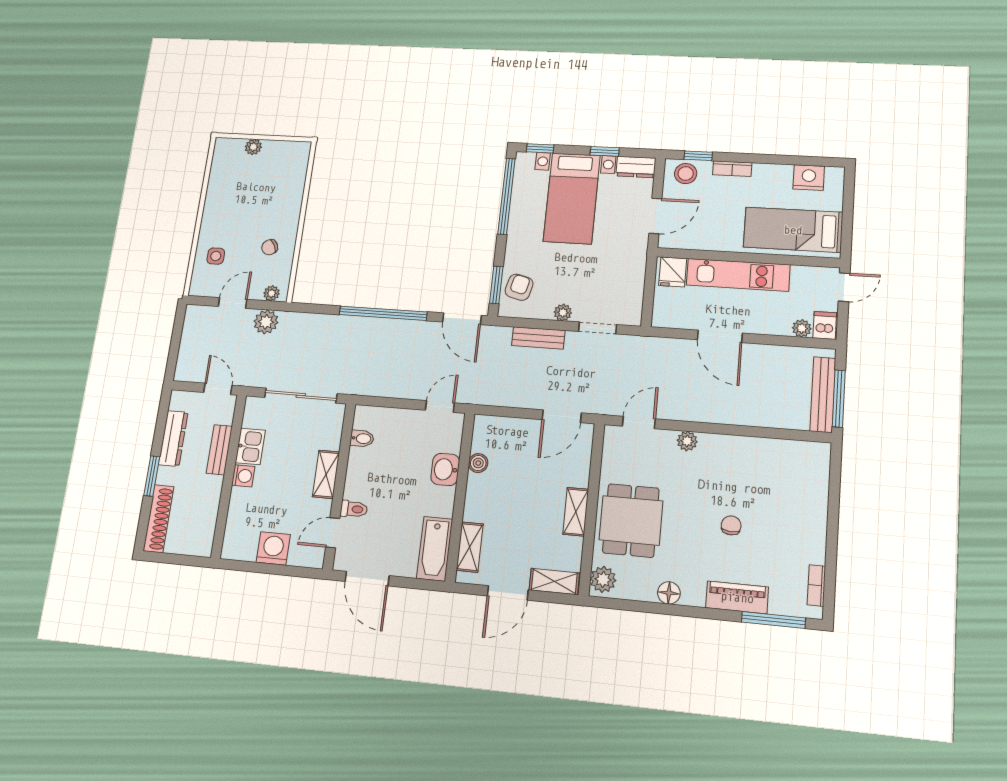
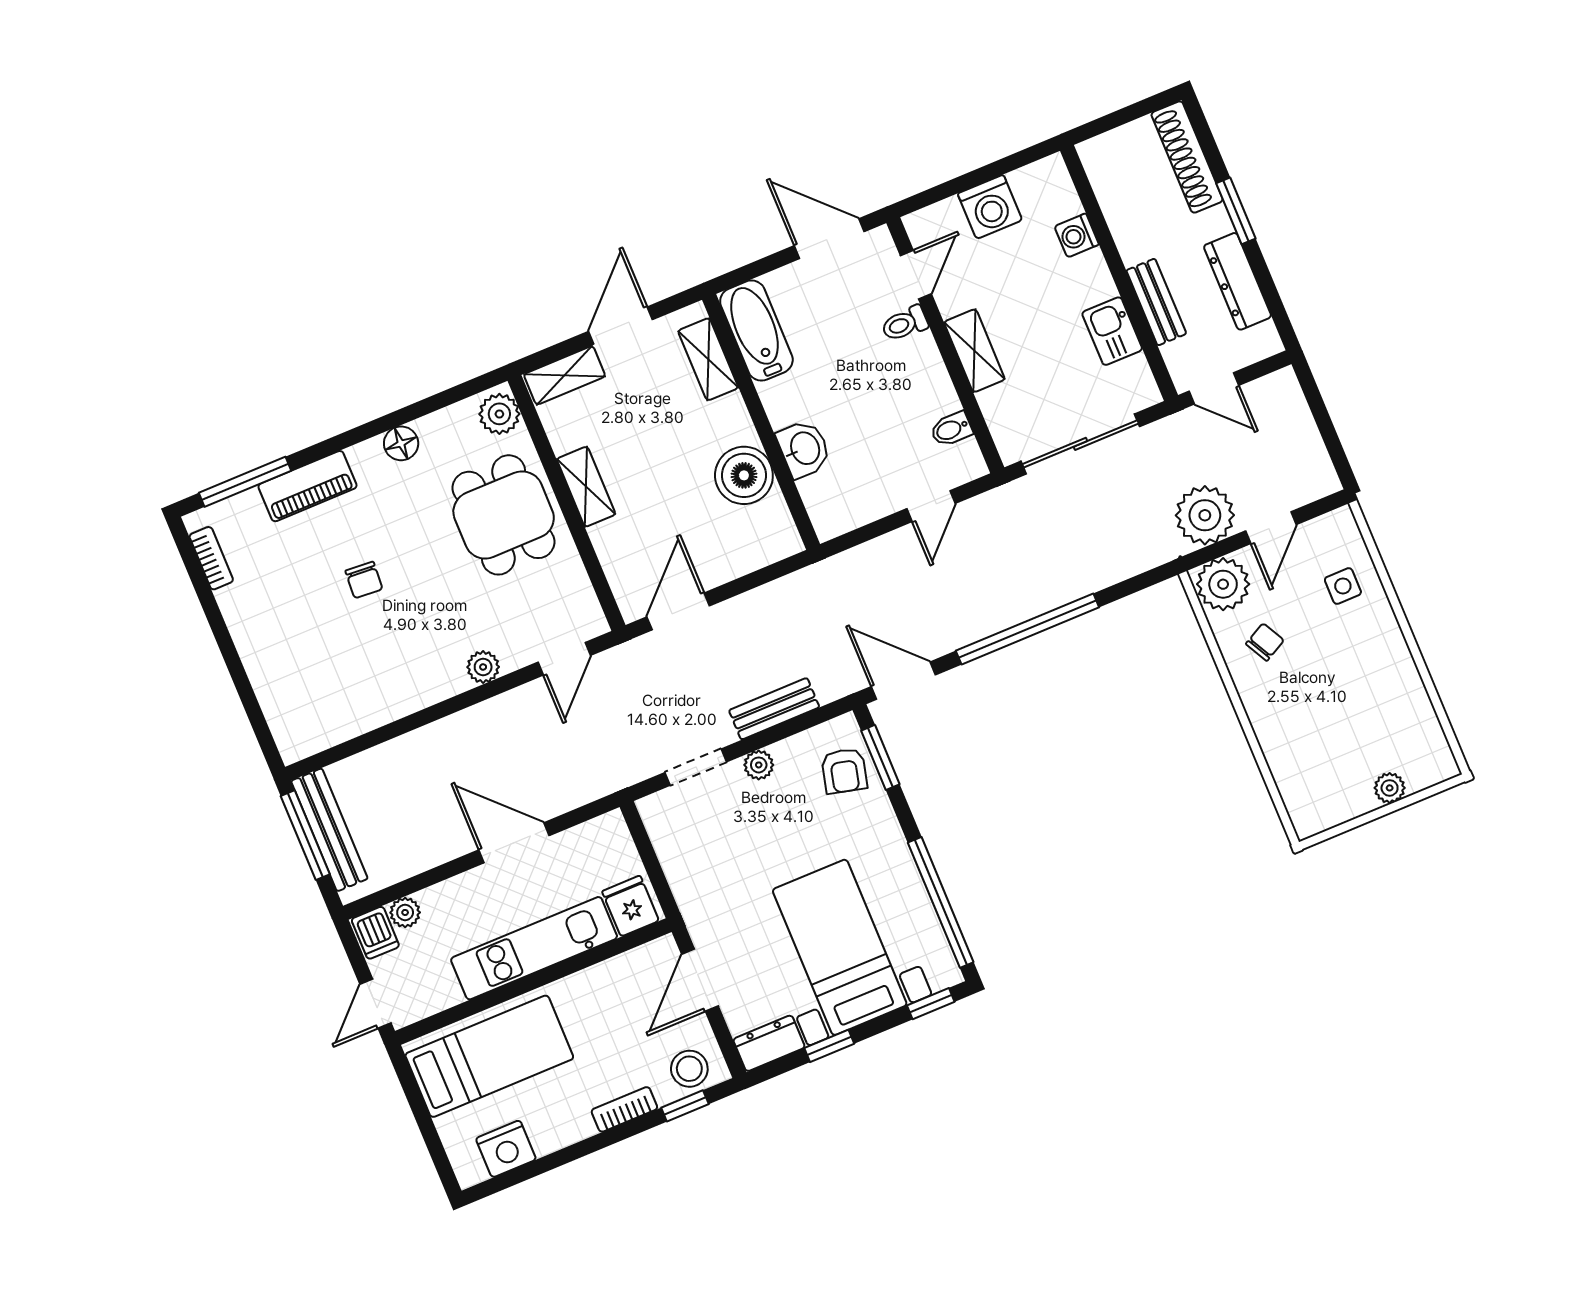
plant: (272, 293) -> (1223, 584), width x1.88, depth x1.88
plant: (266, 322) -> (1205, 515), width x1.36, depth x1.36
door: (440, 407) -> (931, 506), moved
boiler: (478, 463) -> (744, 475), width x1.86, depth x1.86
washing machine: (243, 476) -> (1077, 235), moved

